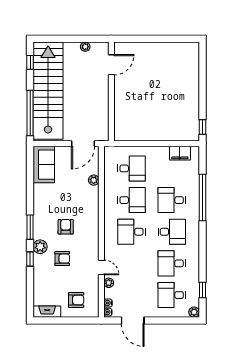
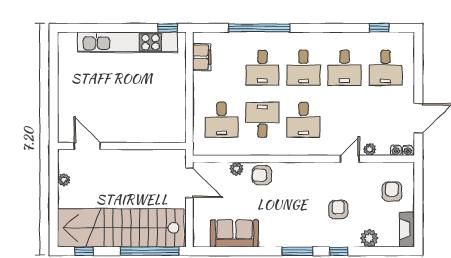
kitchen unit: (191, 96) -> (127, 42), added
sofa: (44, 165) -> (234, 233), moved
desk: (132, 168) -> (221, 120), turned 180
armchair: (66, 227) -> (262, 175), moved
desk: (172, 232) -> (304, 68), turned 180
plant: (40, 247) -> (369, 238), moved
plant: (194, 312) -> (408, 39), removed

